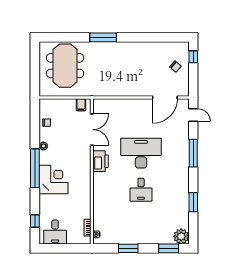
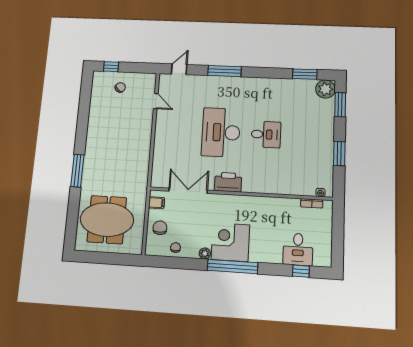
door: (165, 98) -> (156, 101), width x0.53
chair: (61, 109) -> (160, 228), added
corner desk: (53, 179) -> (230, 242), moved
window: (193, 202) -> (305, 74), moved
desk: (55, 232) -> (298, 249), moved, turned 90

